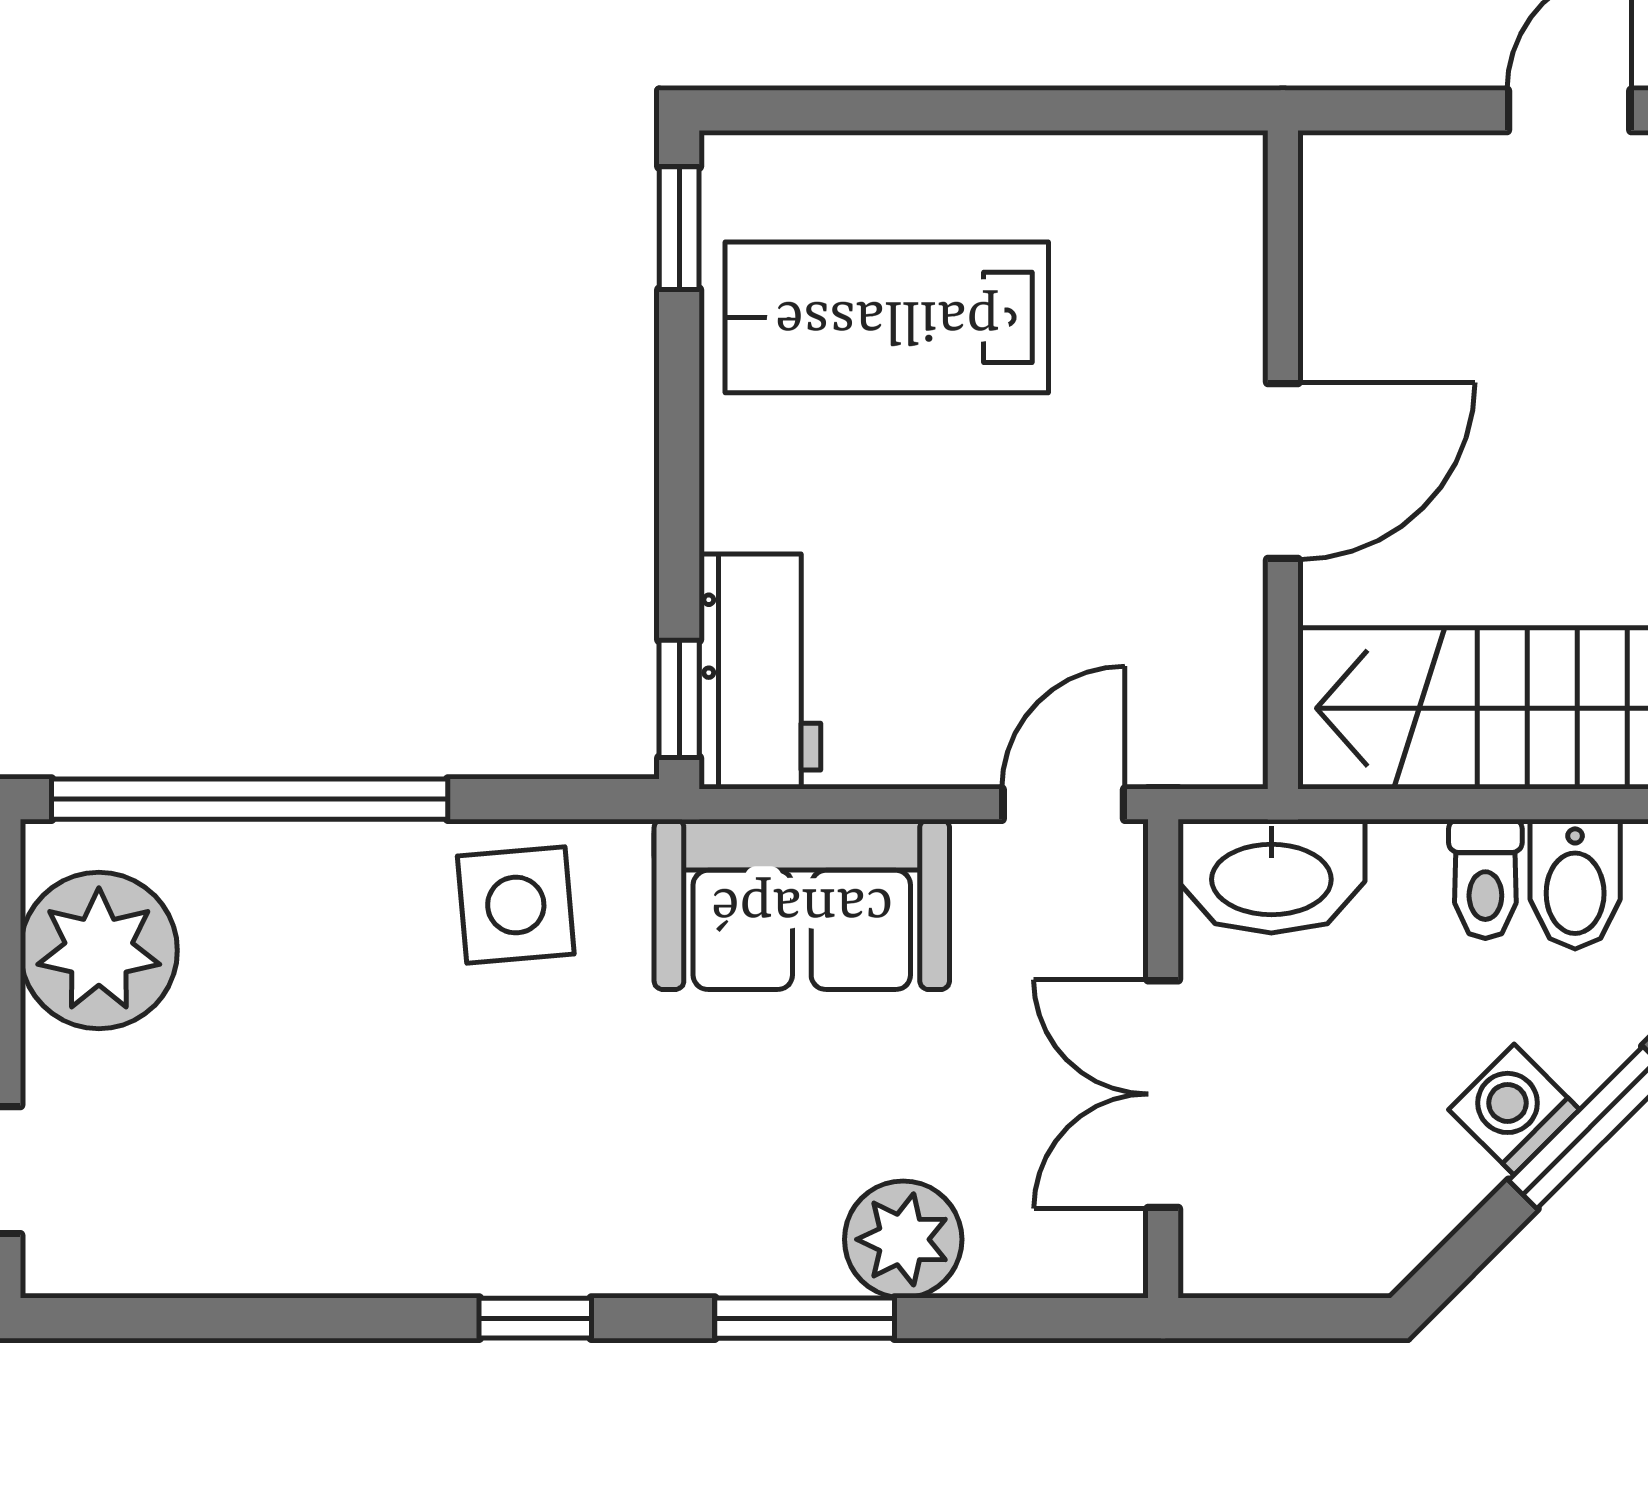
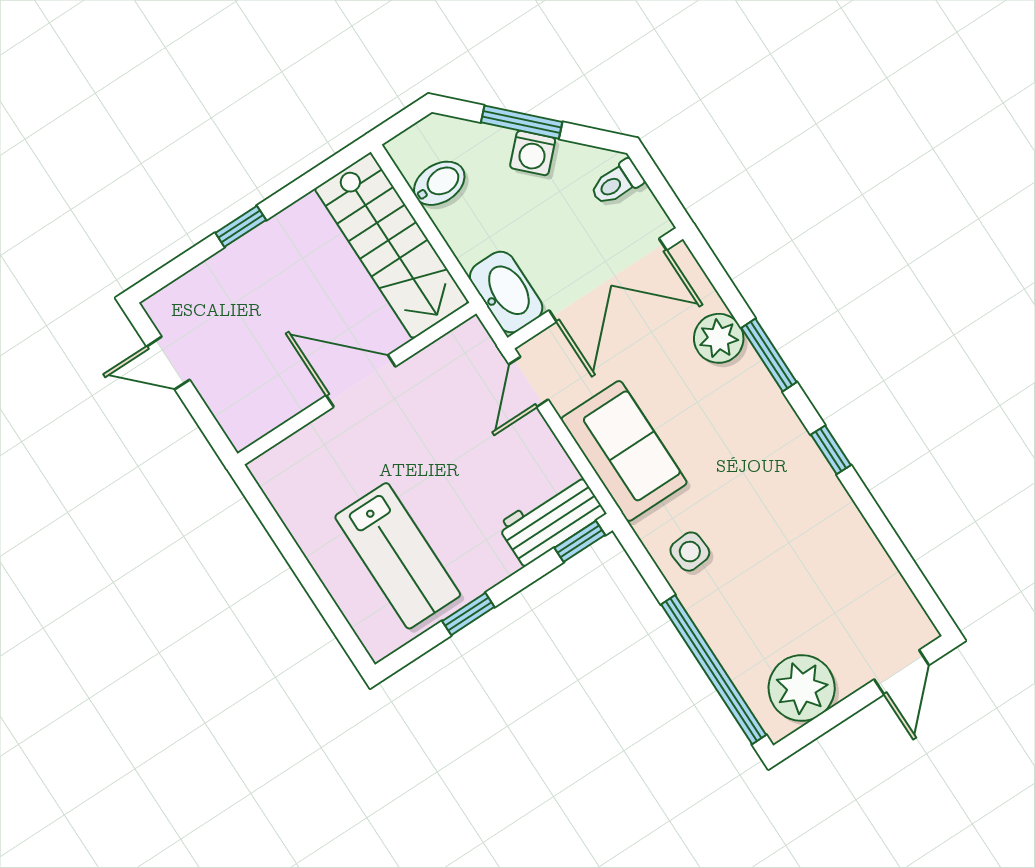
window: (679, 228) -> (468, 614), moved
door: (1063, 804) -> (529, 382), hinge flipped
toilet: (1485, 879) -> (617, 183), moved, turned 180
side table: (516, 905) -> (690, 552), width x0.73, depth x0.73
double door: (1163, 1094) -> (608, 280), width x1.37

